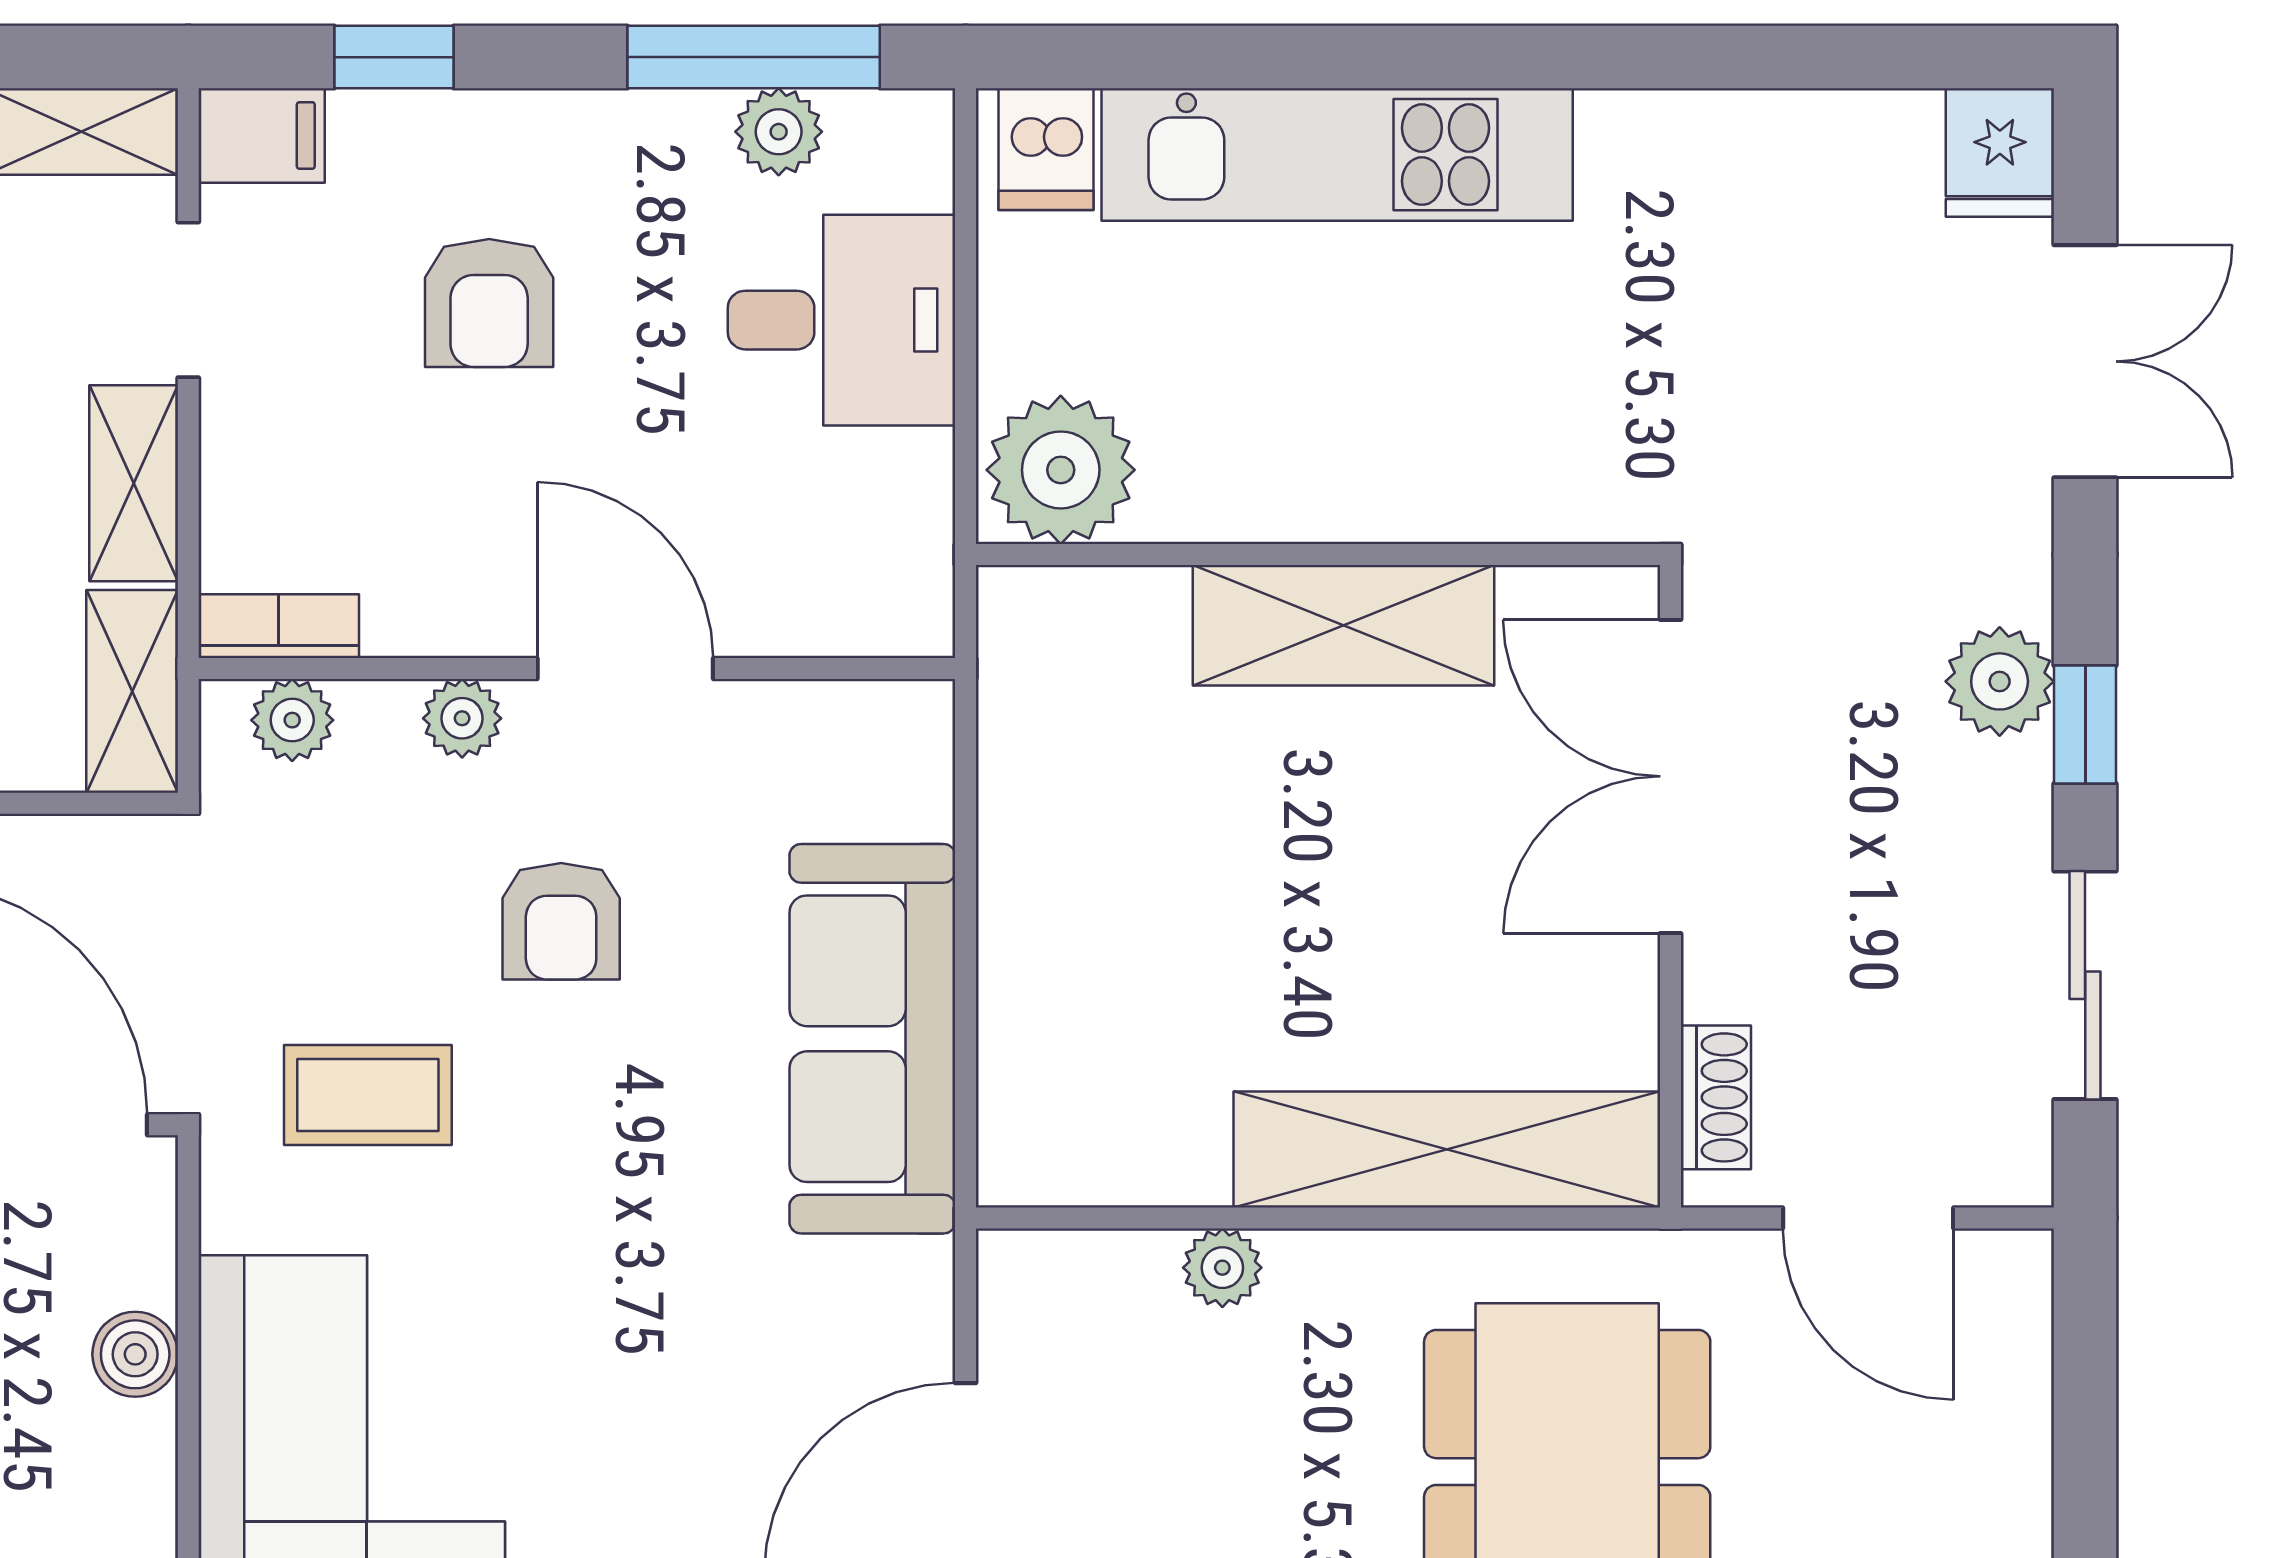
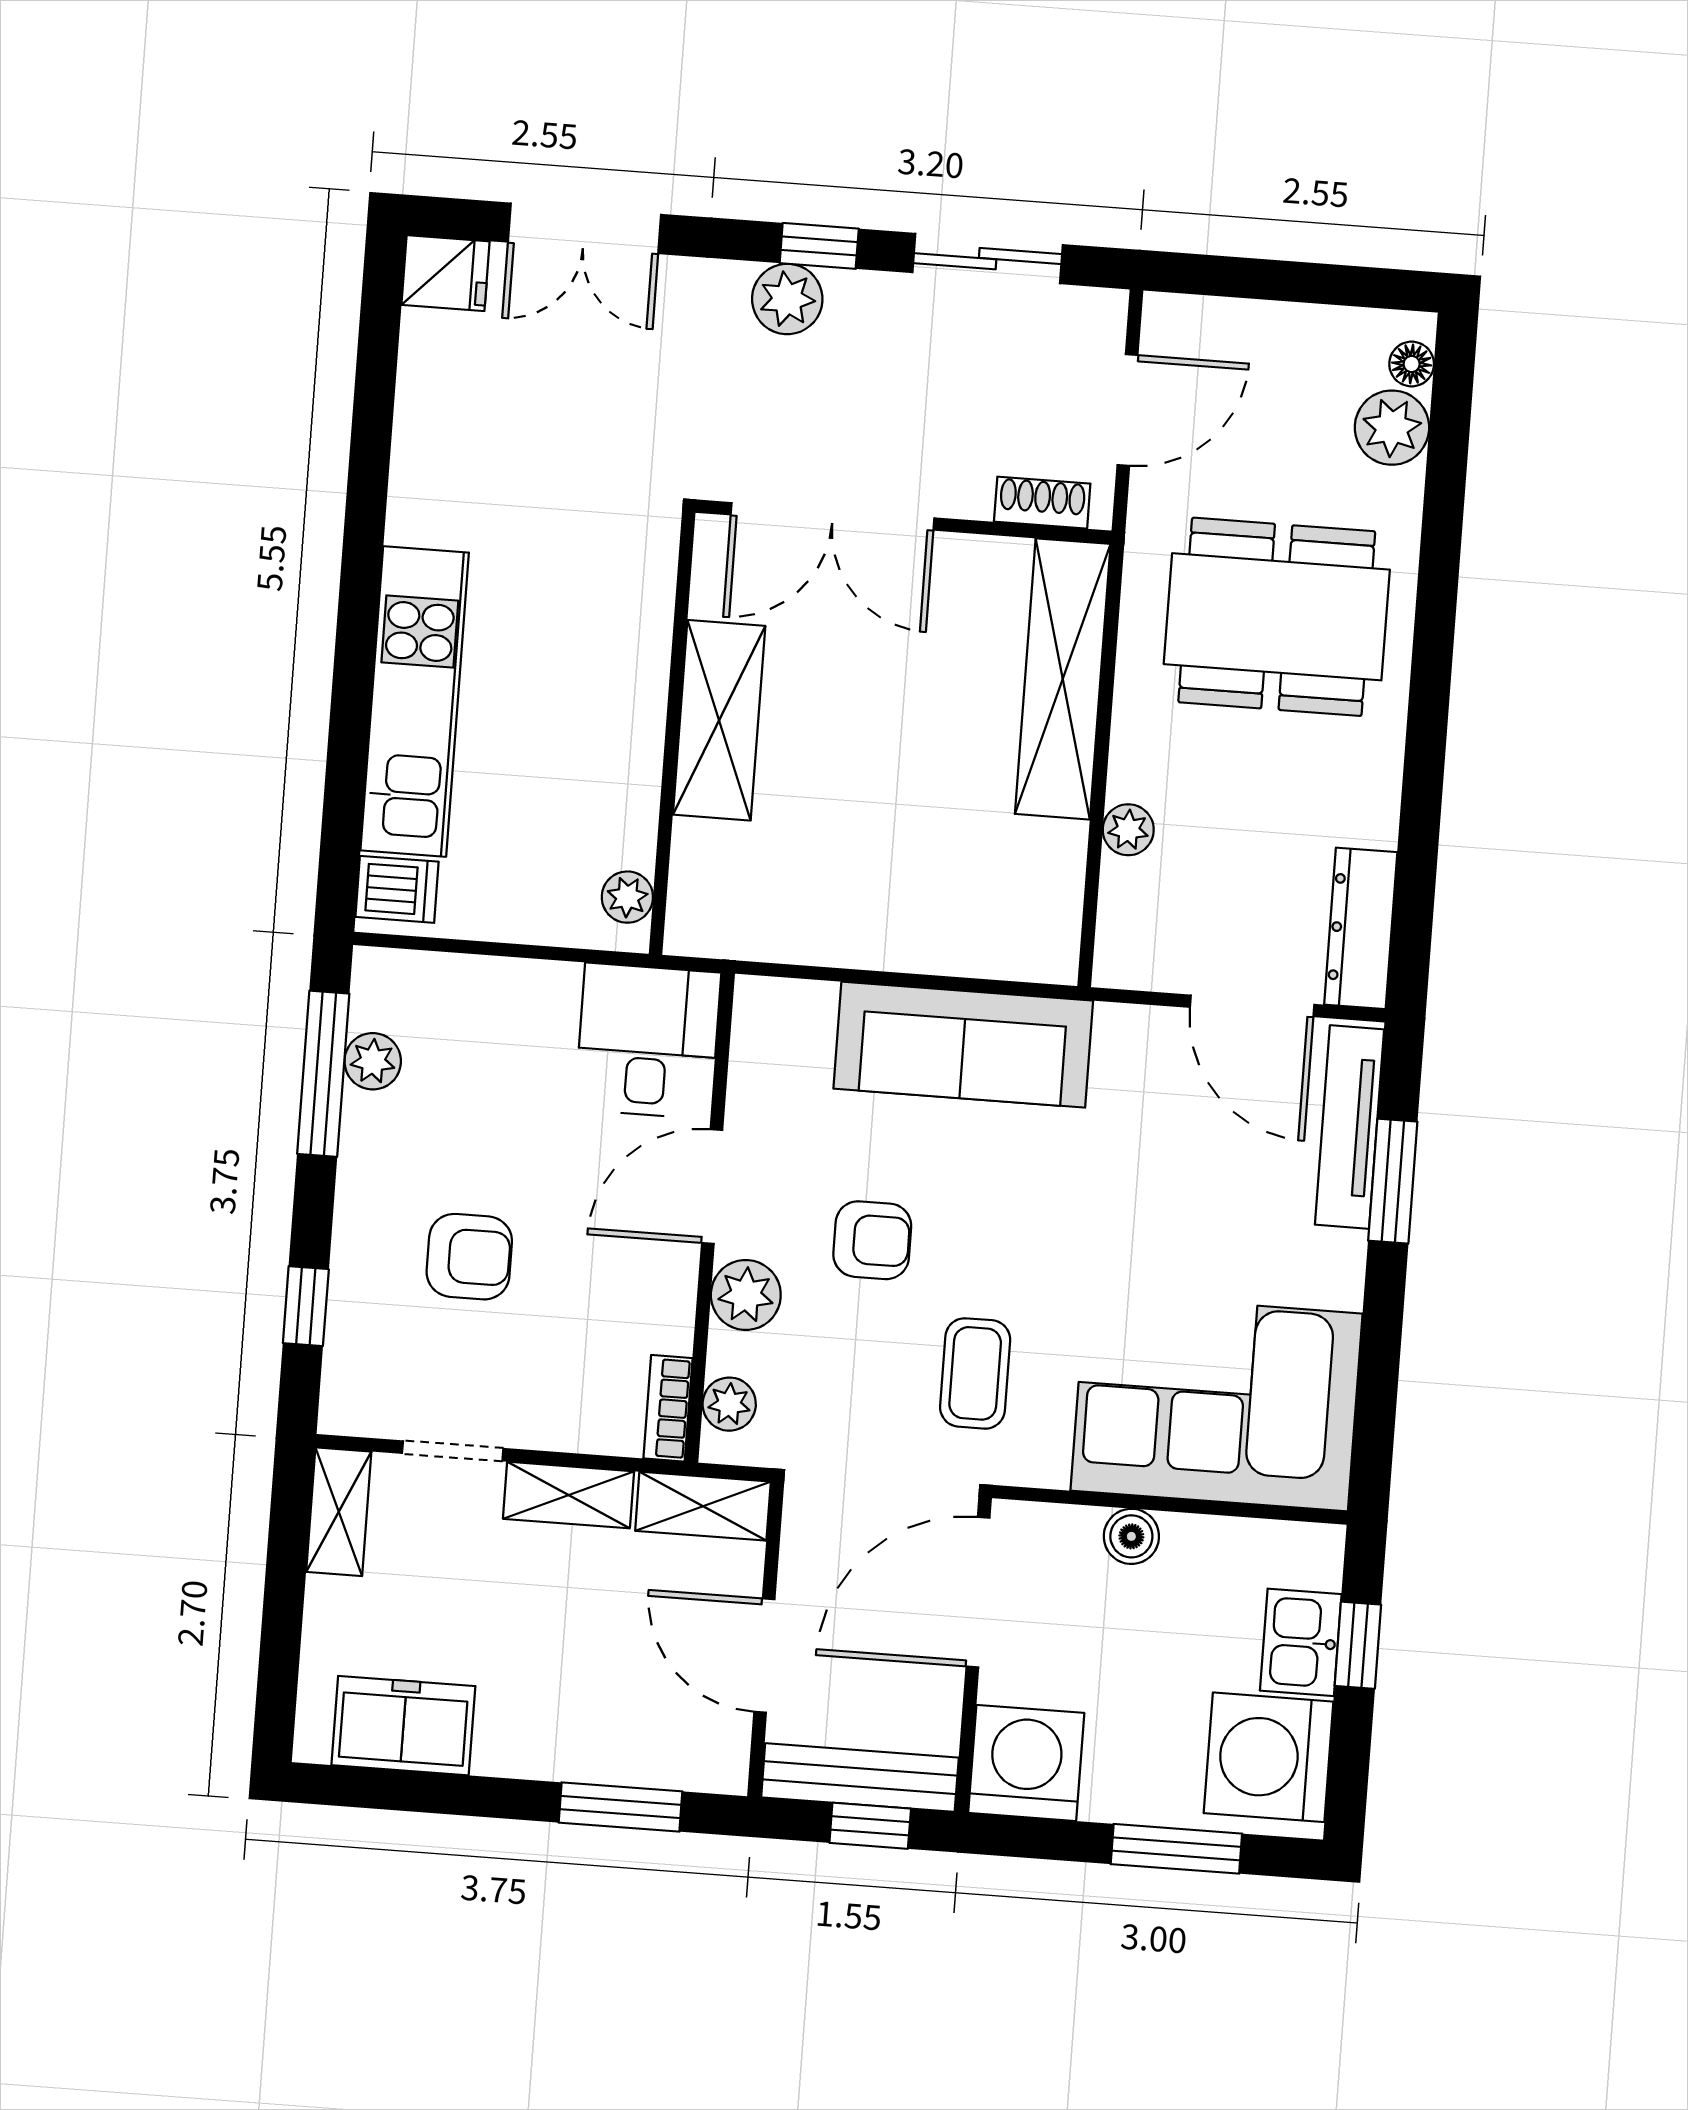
filing cabinet: (262, 135) -> (350, 1395), removed
desk: (842, 320) -> (648, 1041), moved
double door: (2085, 361) -> (584, 228), swing flipped
plant: (1061, 470) -> (627, 897), width x0.53, depth x0.53
plant: (462, 718) -> (746, 1295), width x1.38, depth x1.38

